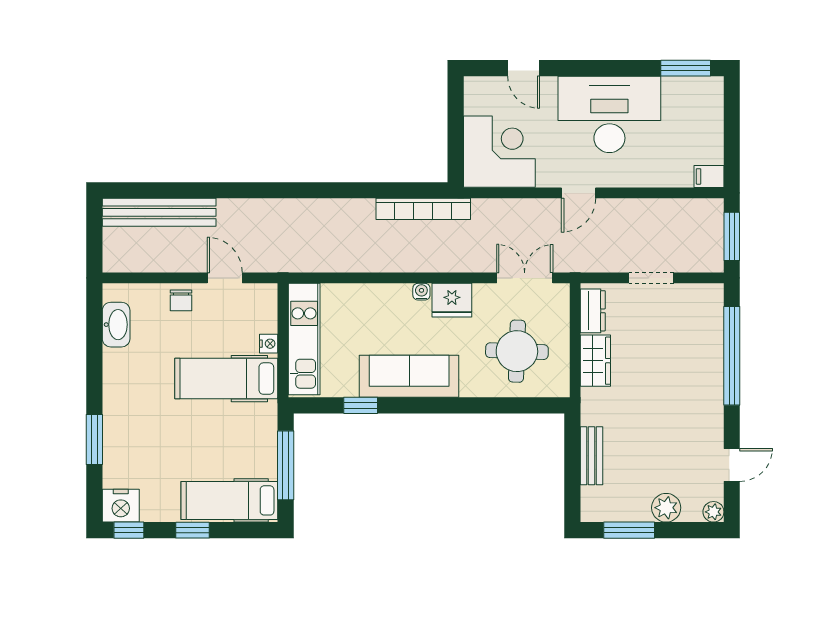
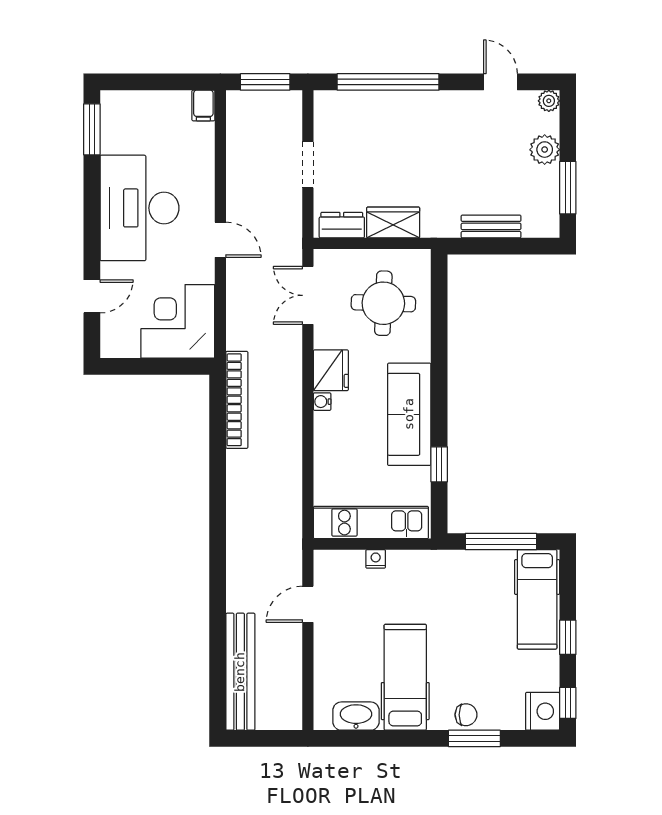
chair: (181, 300) -> (466, 715), moved
hospital bed: (226, 379) -> (405, 677), moved, turned 180

